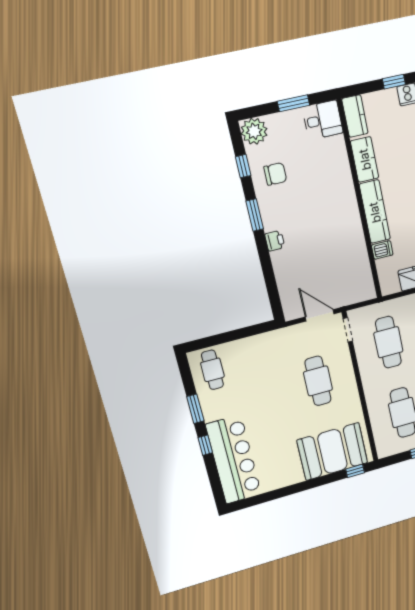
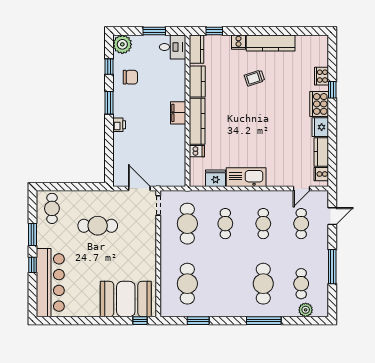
window: (394, 82) -> (214, 31), moved
filing cabinet: (348, 207) -> (178, 113), added
cafe table: (318, 381) -> (98, 226), moved, turned 90

